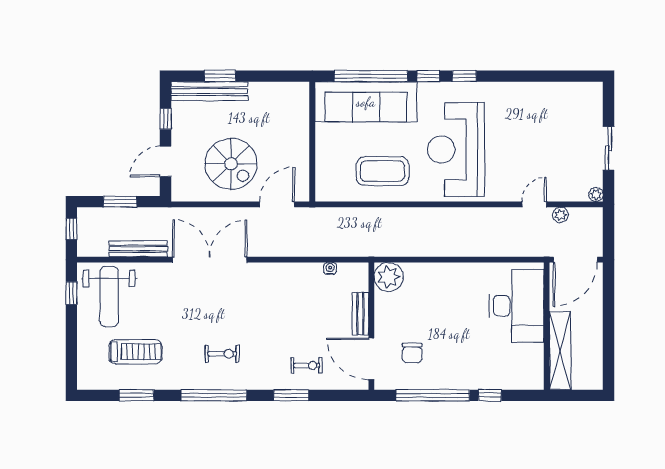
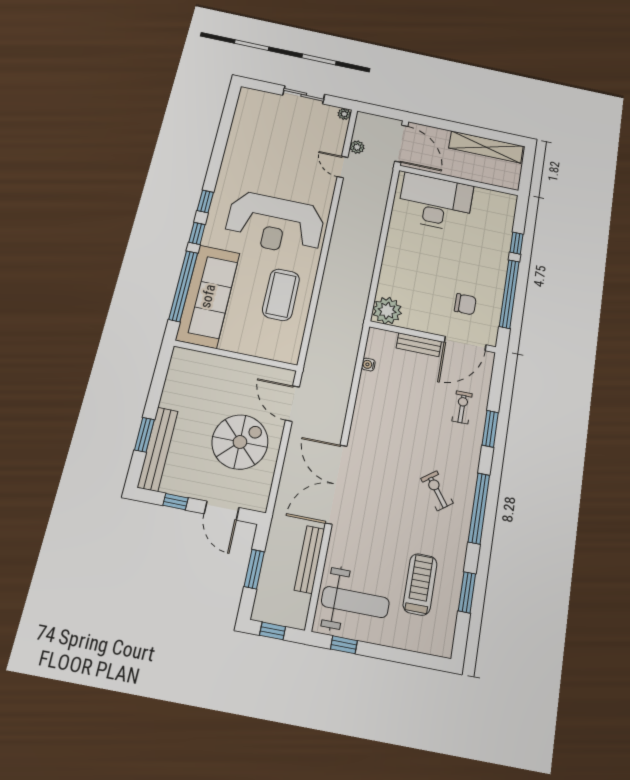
shelving: (560, 351) -> (486, 147), moved
exercise bike: (222, 354) -> (437, 491), turned -37

